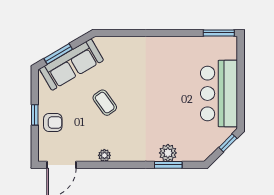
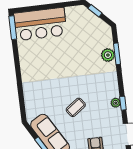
bar counter: (219, 93) -> (40, 24), moved
window: (103, 165) -> (123, 103), added

